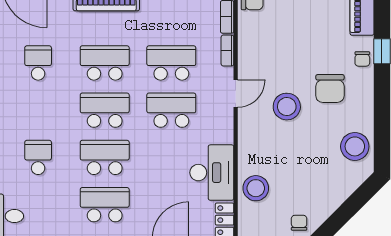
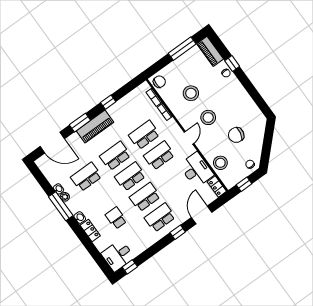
school desk: (38, 63) -> (86, 177), width x1.85
chair: (330, 89) -> (236, 135), moved, turned 103
door: (236, 94) -> (189, 138), moved
stool: (355, 146) -> (191, 93), moved

